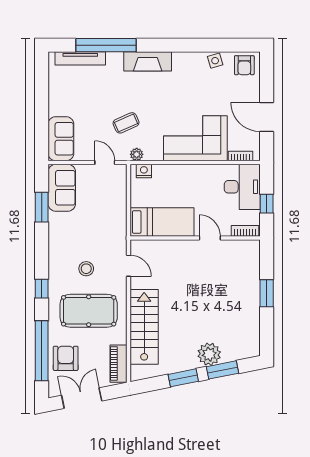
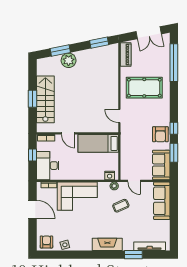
window: (106, 45) -> (133, 255), width x0.47
sofa: (61, 139) -> (162, 201), width x1.36
stool: (86, 269) -> (146, 114), removed
window: (42, 289) -> (174, 128), moved
stairs: (144, 327) -> (45, 99), moved, turned 180
armchair: (66, 358) -> (160, 134), moved
window: (183, 378) -> (99, 43), moved

